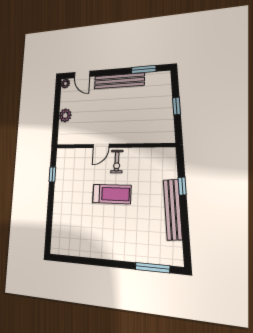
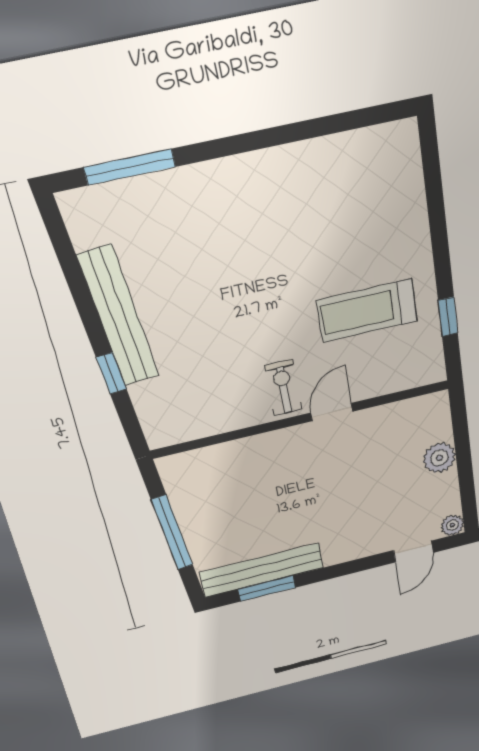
door: (82, 75) -> (413, 551), swing flipped
bench: (119, 81) -> (262, 570), moved
window: (177, 106) -> (172, 533), width x2.17
treadmill: (112, 194) -> (367, 311), moved

